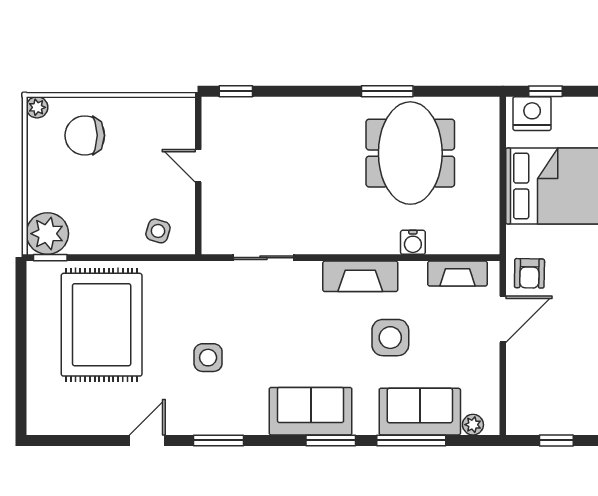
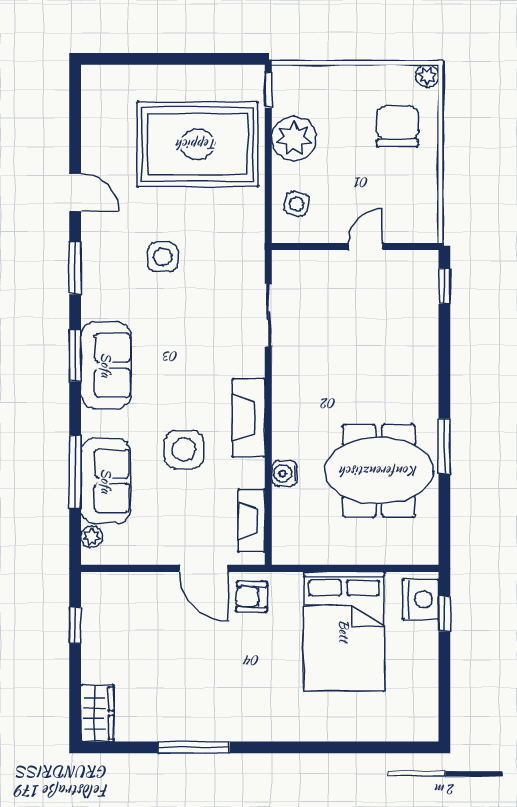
plant: (47, 234) -> (294, 138), moved
window: (331, 440) -> (75, 355), moved

